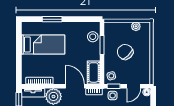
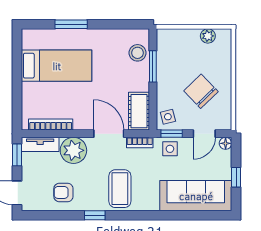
chair: (125, 52) -> (201, 91), moved

